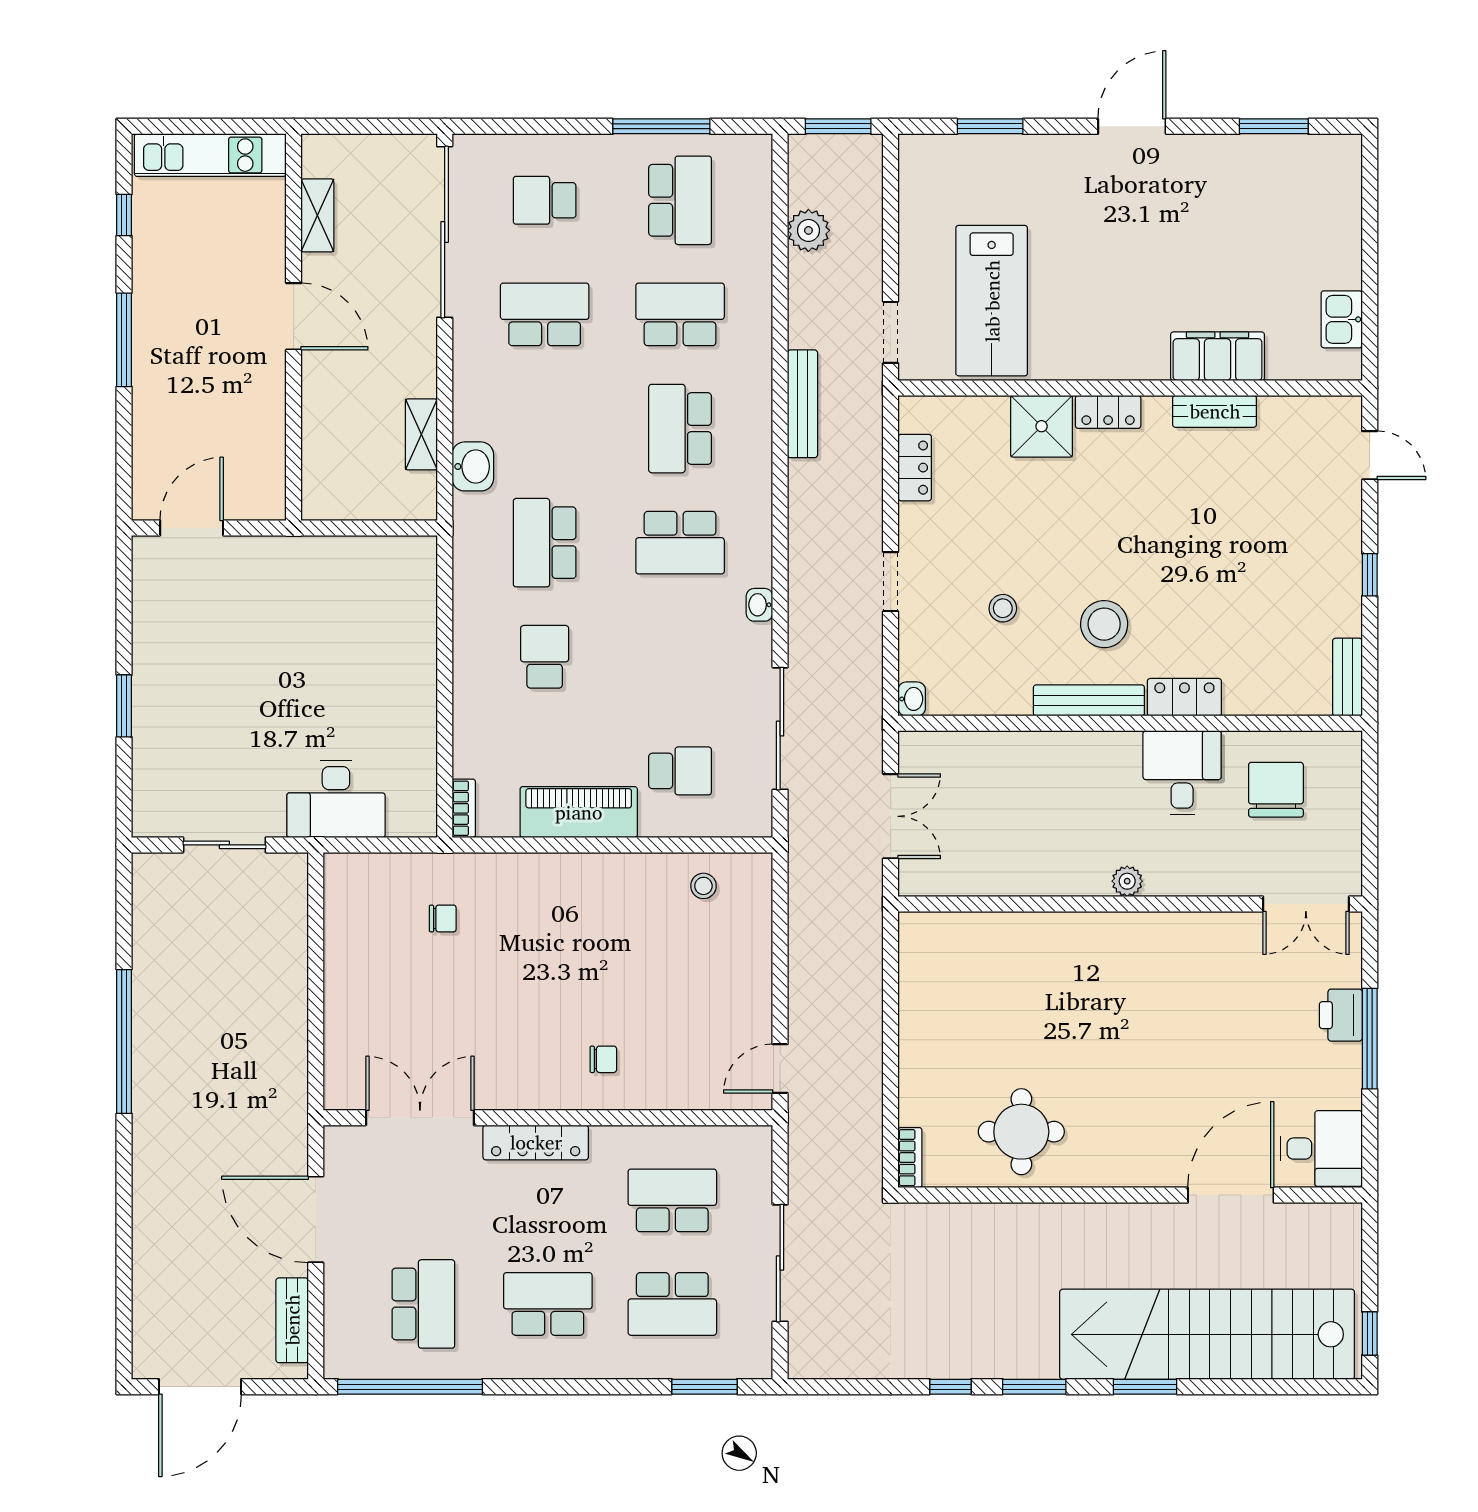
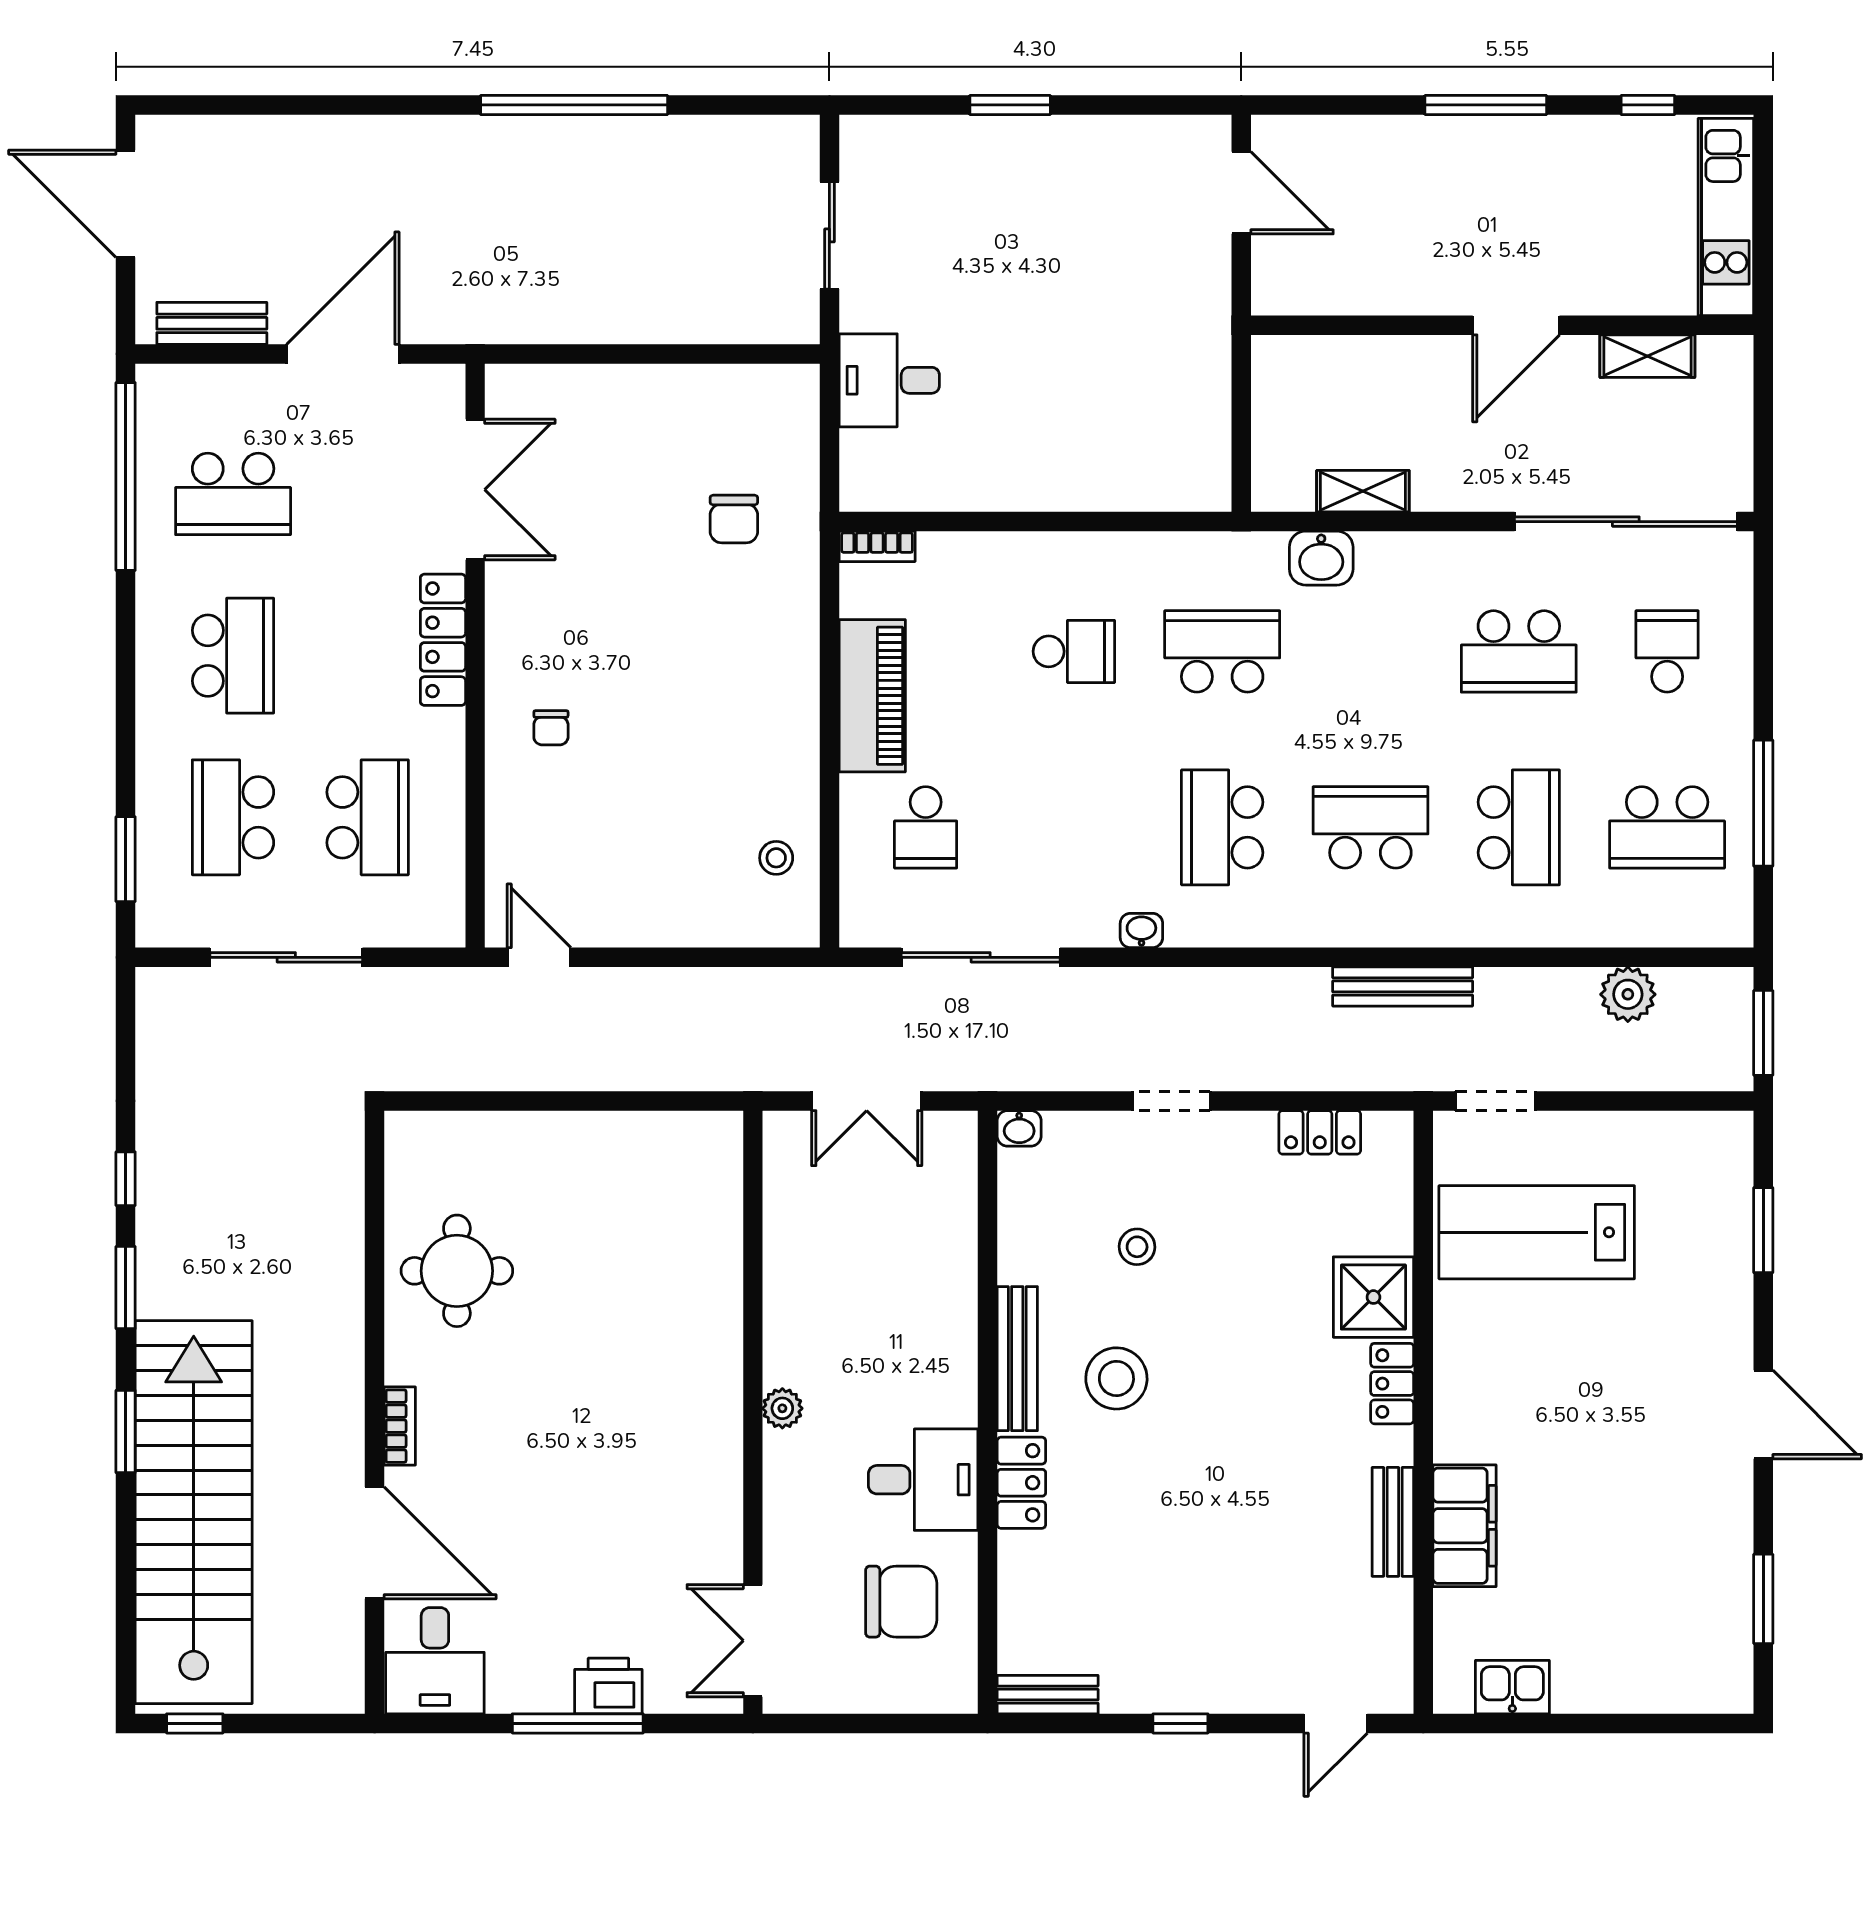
school desk: (545, 314) -> (1519, 651), turned 90
desk: (336, 799) -> (889, 380), width x0.73
chair: (443, 918) -> (734, 519), width x1.37, depth x1.37
bookcase: (910, 1158) -> (400, 1426), moved, turned -90

